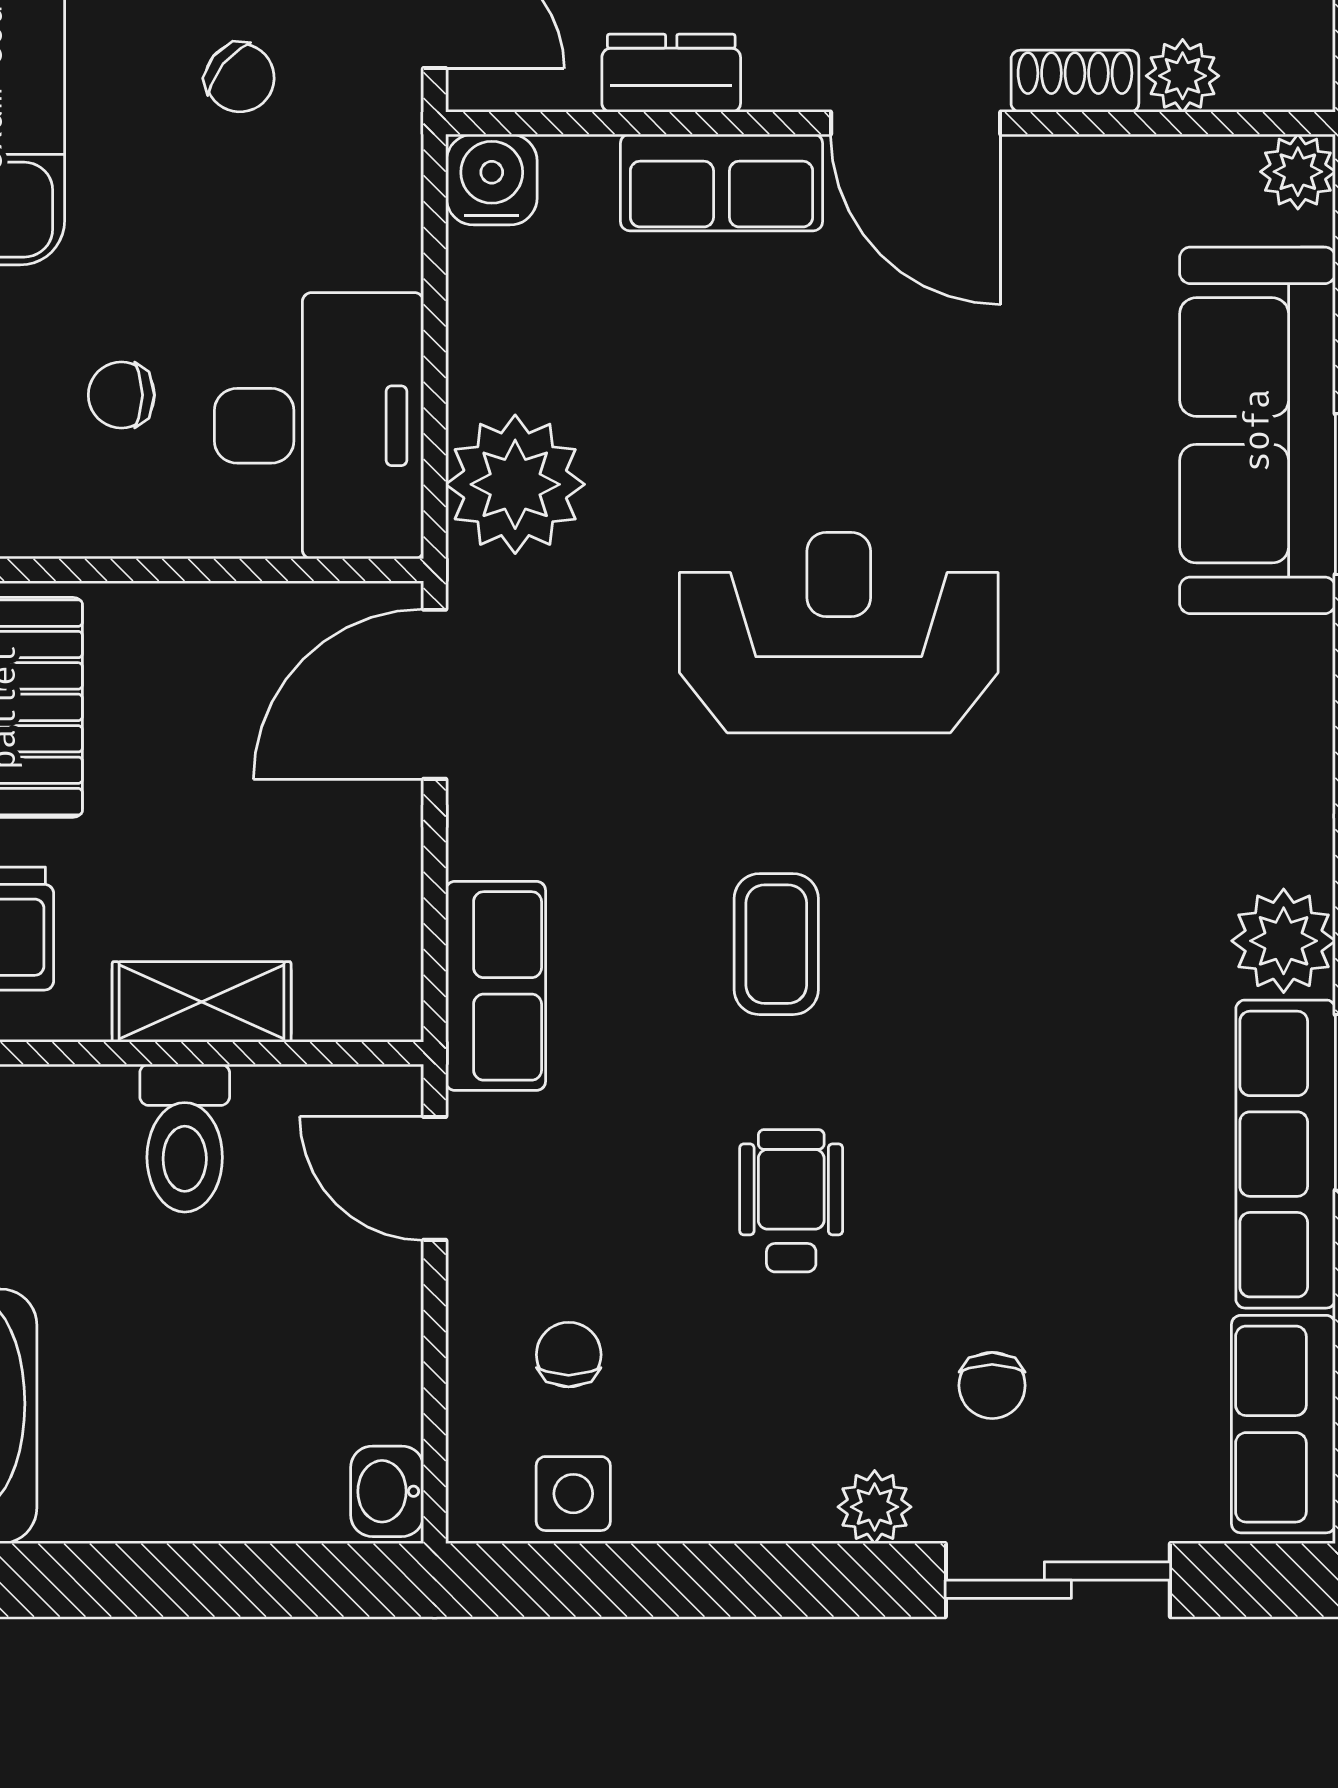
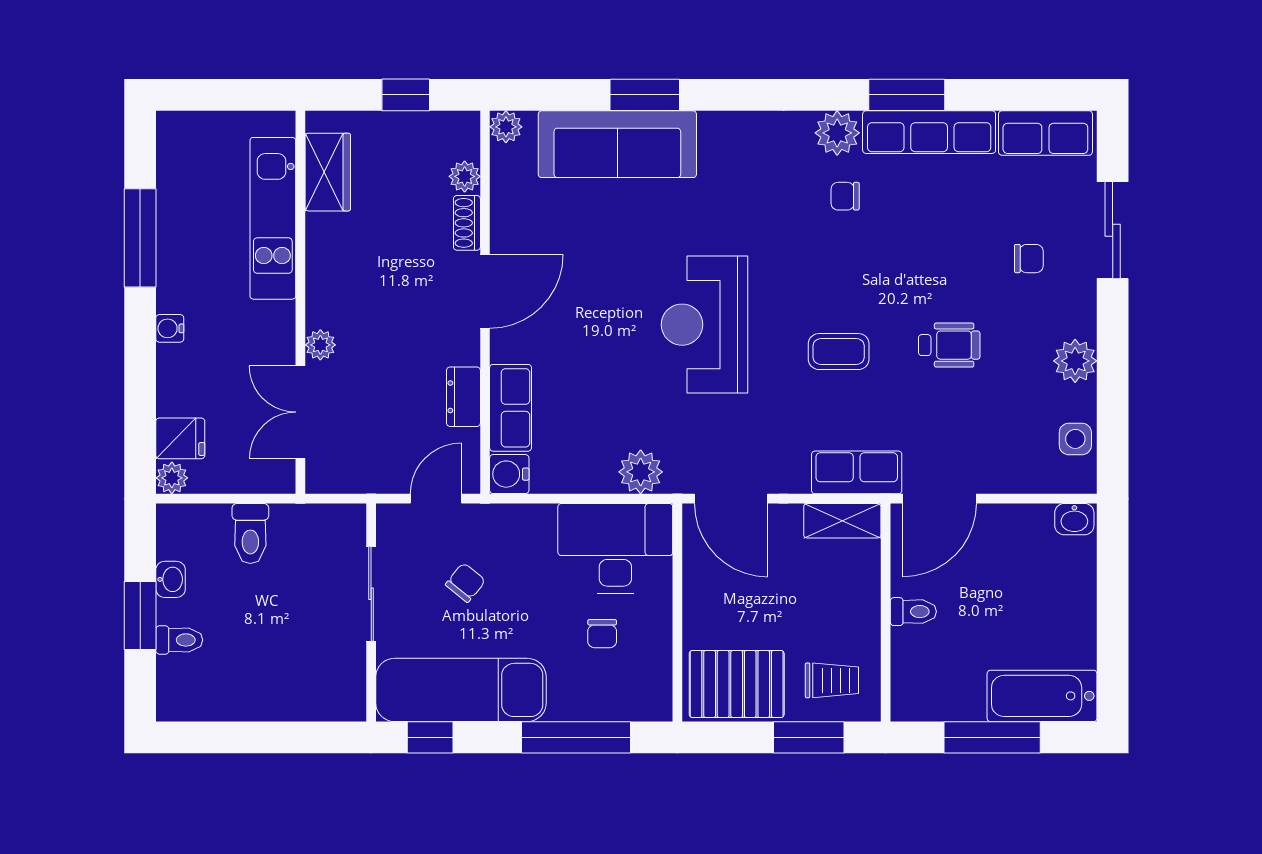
row of seats: (721, 182) -> (511, 408), moved
plant: (515, 484) -> (641, 472), width x0.73, depth x0.73
shelving: (202, 1002) -> (842, 521), moved, turned 90
toilet: (185, 1138) -> (913, 612), width x0.73, depth x0.72
door: (435, 1178) -> (940, 499), width x1.38
wheelchair: (791, 1201) -> (949, 345), turned 180
chair: (569, 1355) -> (845, 196), moved
plant: (875, 1507) -> (1075, 361), moved, width x1.38, depth x1.38

